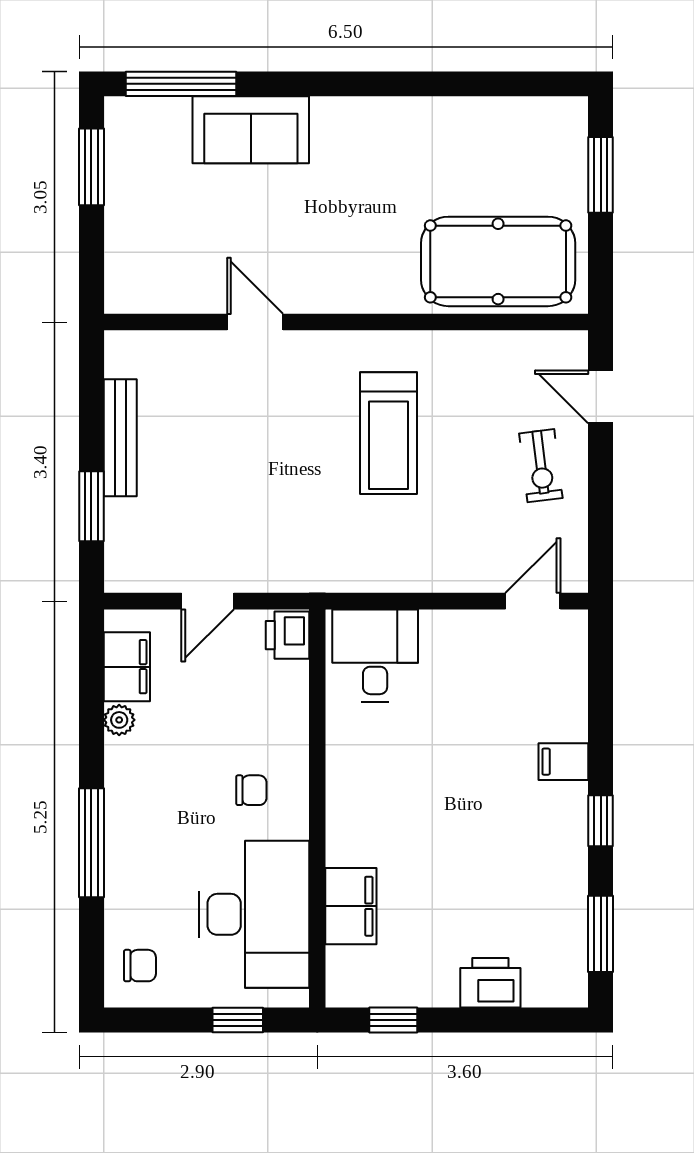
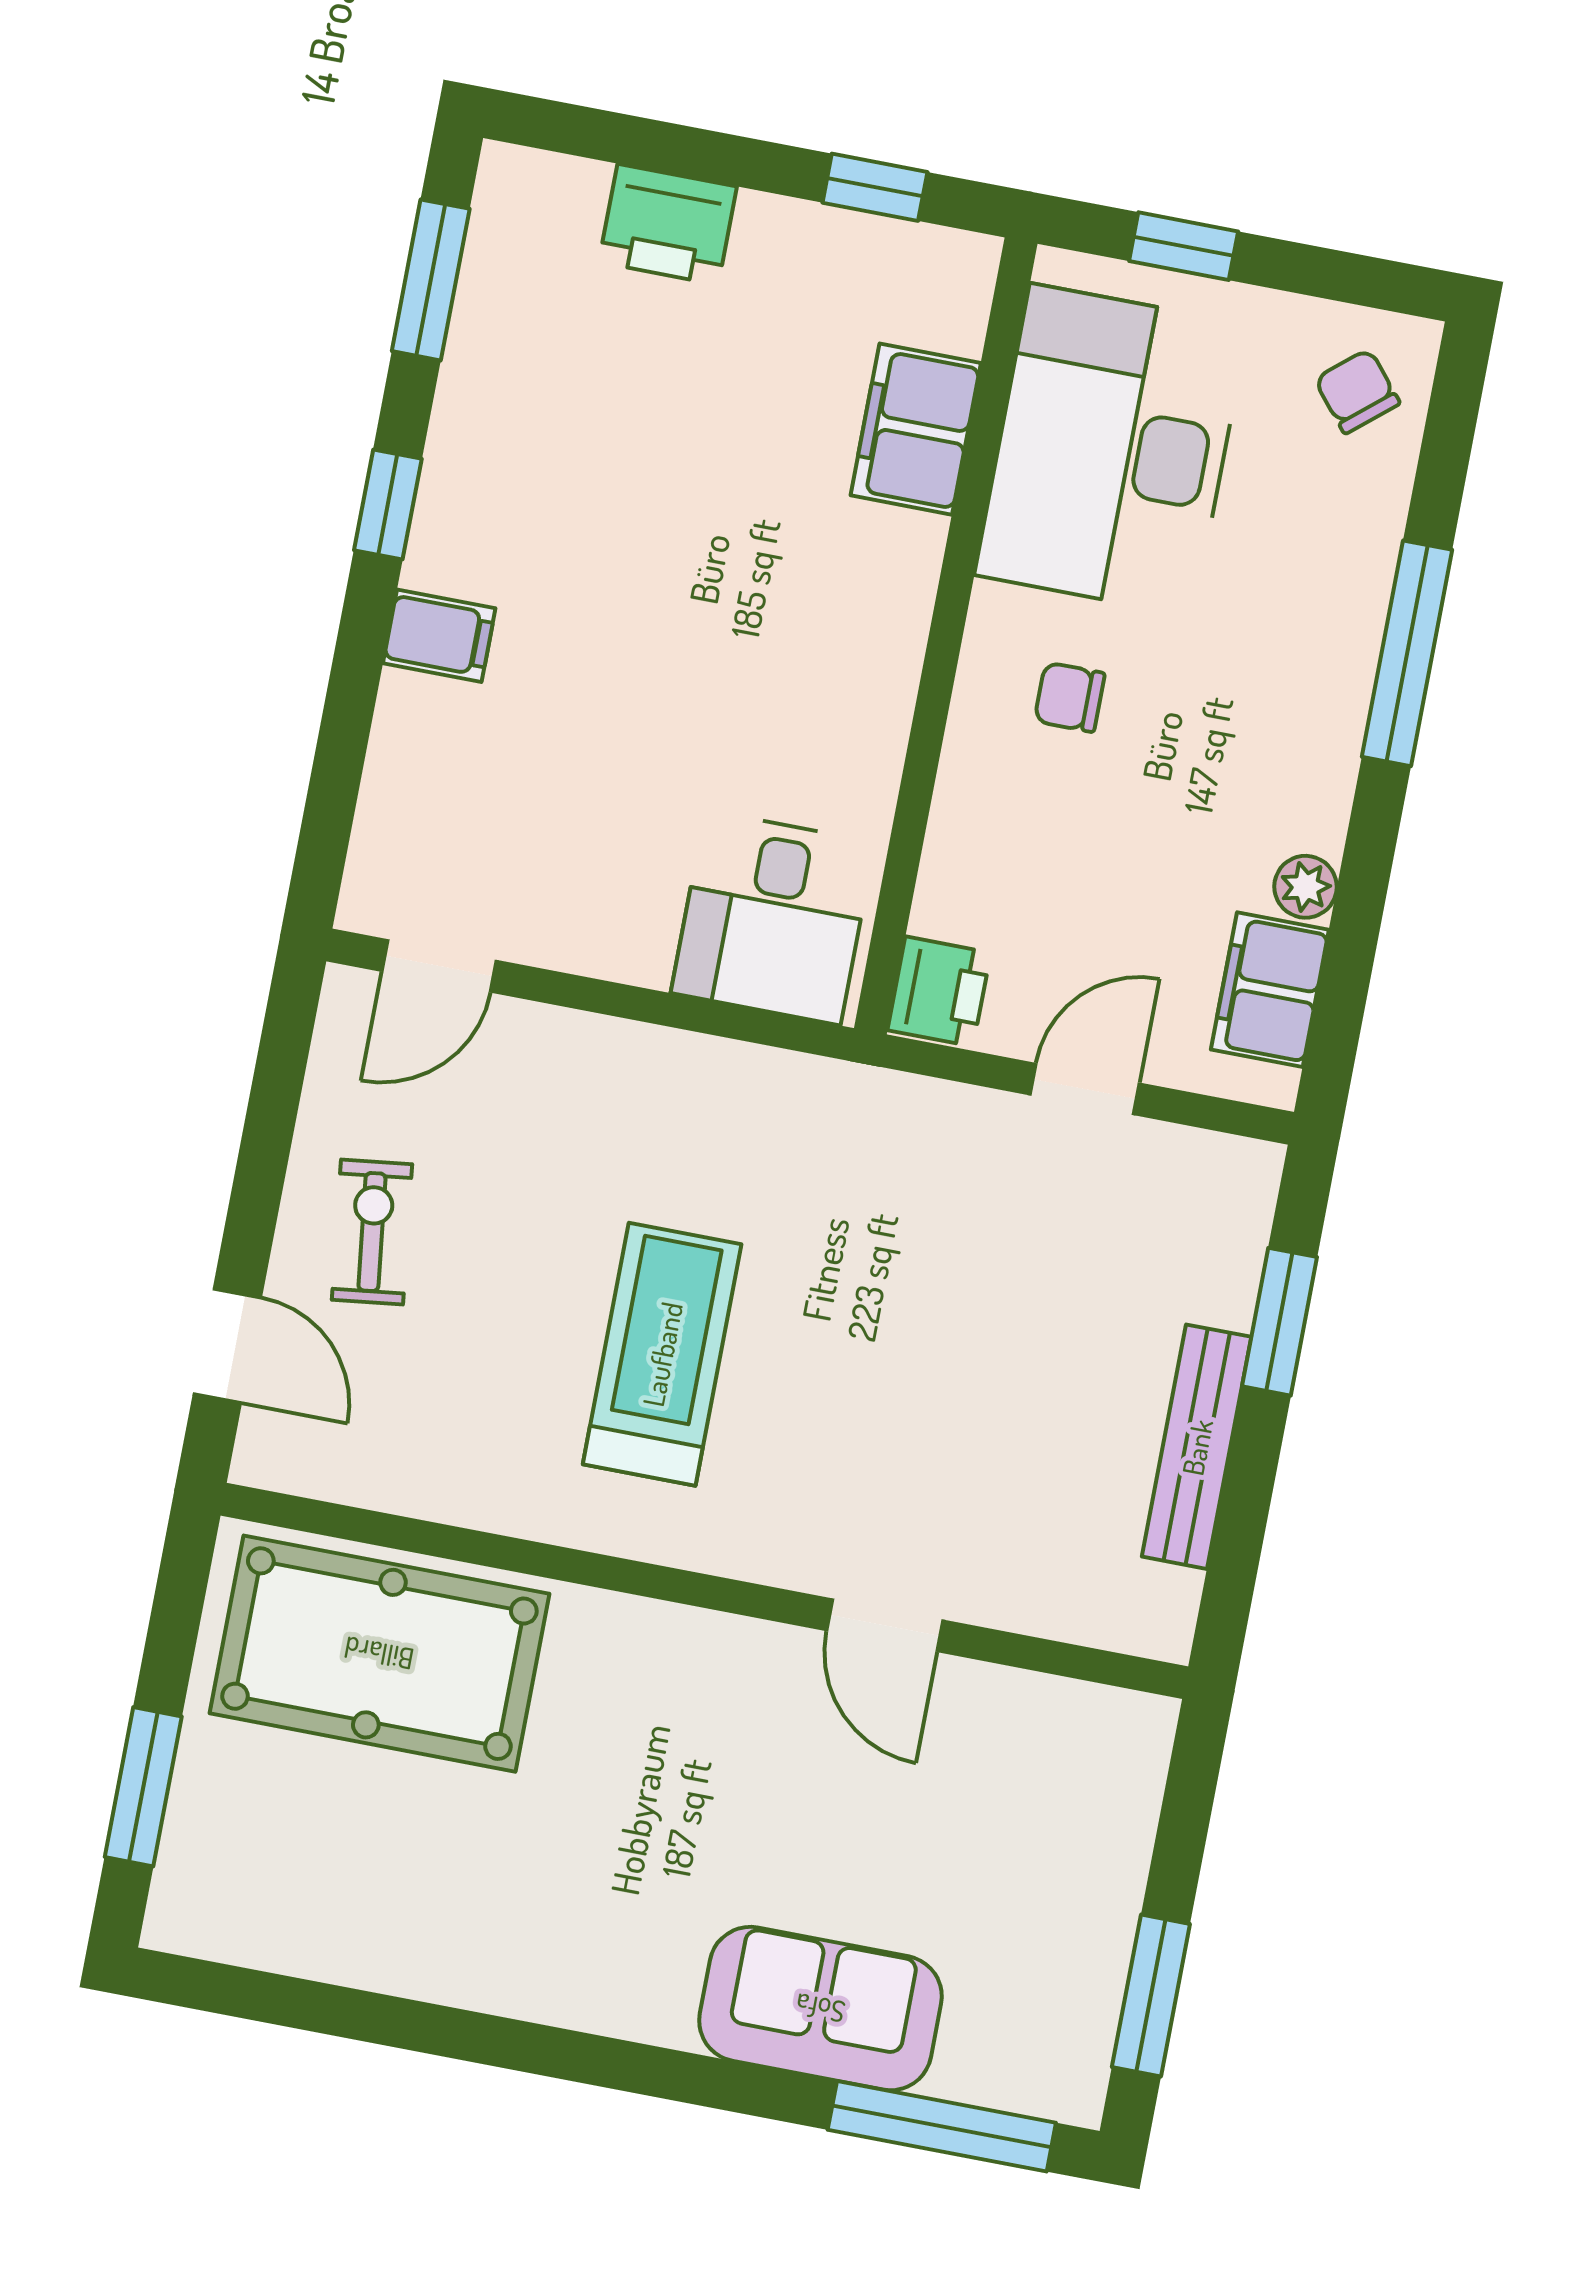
chair: (140, 966) -> (1357, 391), turned 50

